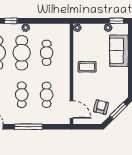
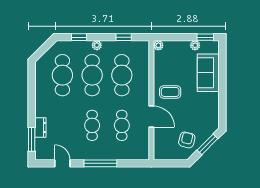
window: (48, 21) -> (124, 37), added
cafe table: (47, 53) -> (122, 75), width x1.37, depth x1.35
door: (71, 109) -> (151, 117), moved

